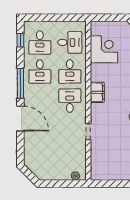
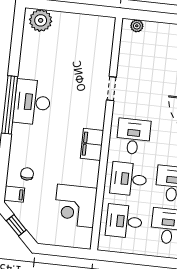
desk: (70, 72) -> (129, 179), turned -90
desk: (70, 101) -> (133, 137), turned 180

